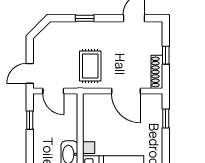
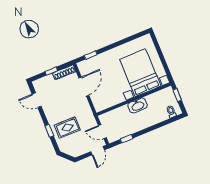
rug: (90, 66) -> (67, 127), moved
door: (30, 73) -> (98, 151), hinge flipped
door: (53, 91) -> (102, 132), swing flipped

